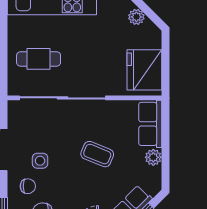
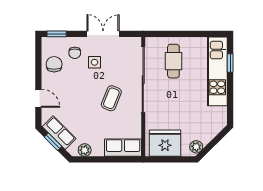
plant: (136, 17) -> (196, 147), moved
coffee table: (97, 154) -> (111, 98), moved
plant: (153, 157) -> (85, 150), moved

